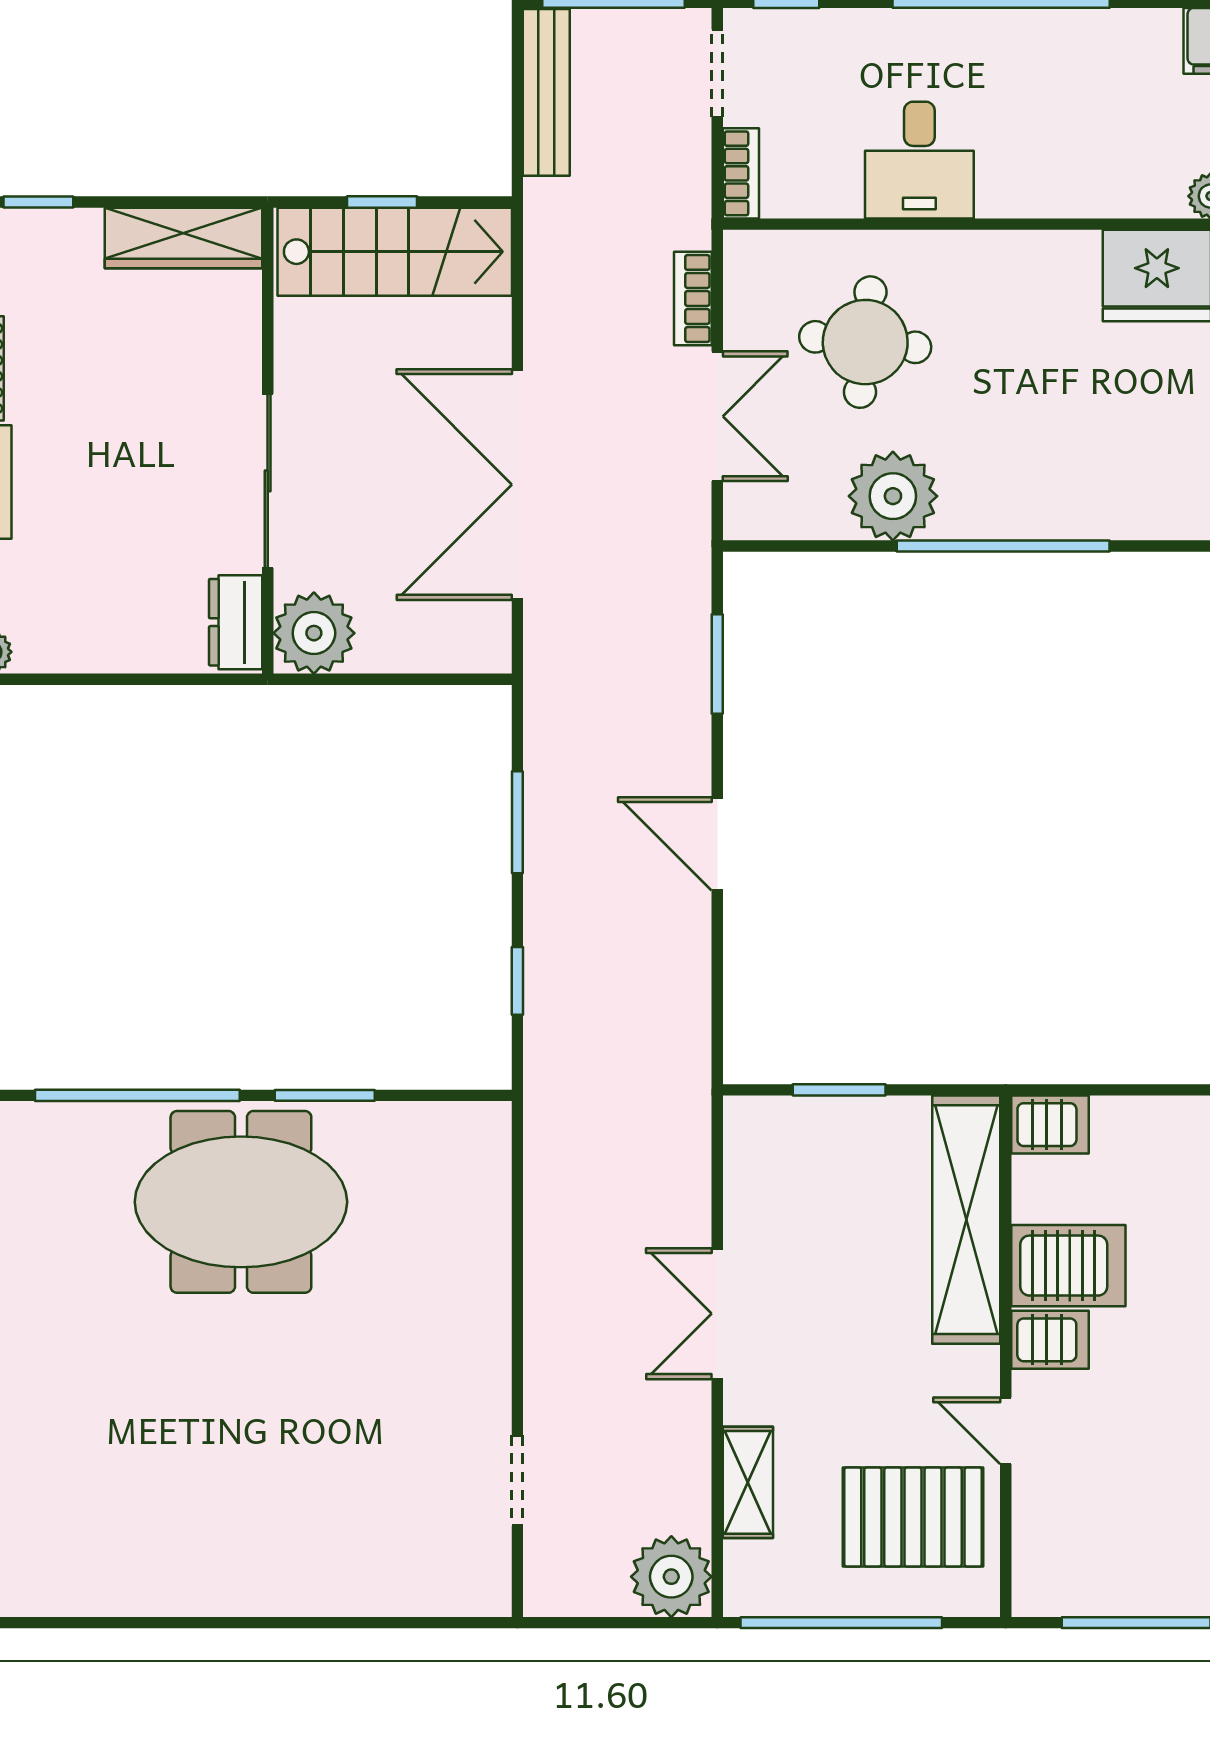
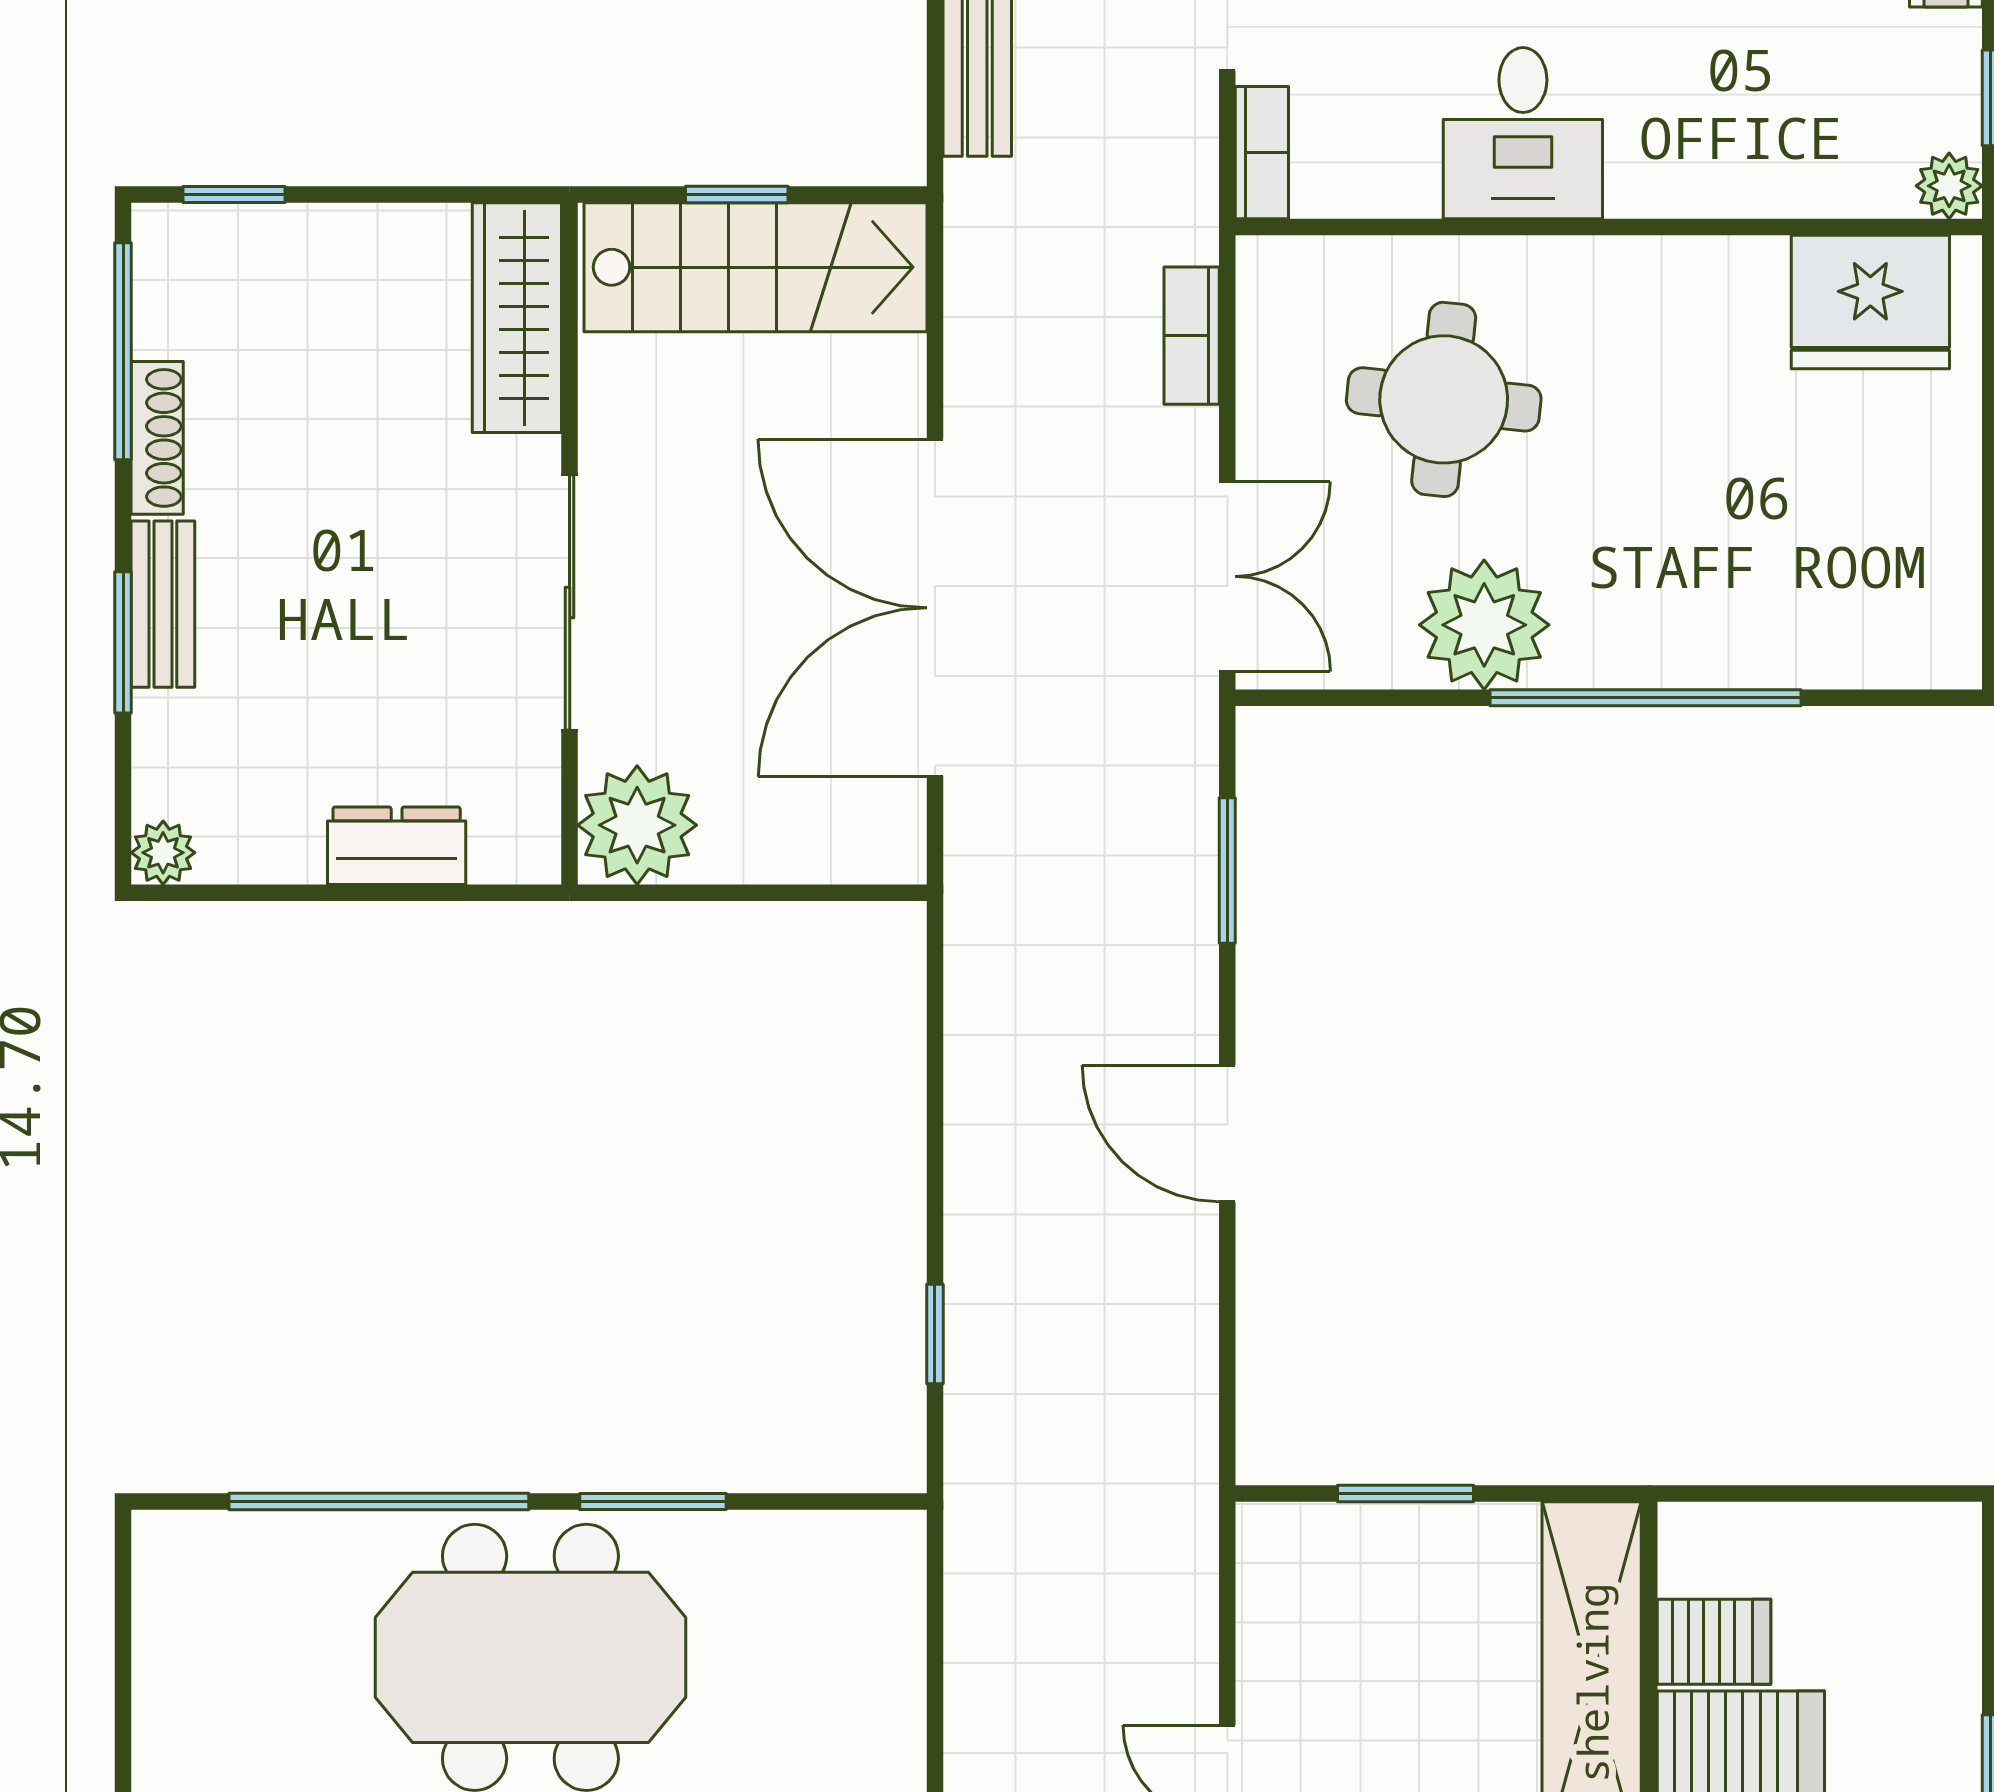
wardrobe: (184, 238) -> (517, 318), moved, turned 90
double door: (717, 416) -> (1227, 576), moved
dresser: (236, 622) -> (397, 846), moved, turned 90
window: (517, 822) -> (935, 1102), removed
server rack: (1050, 1125) -> (1714, 1642), moved

